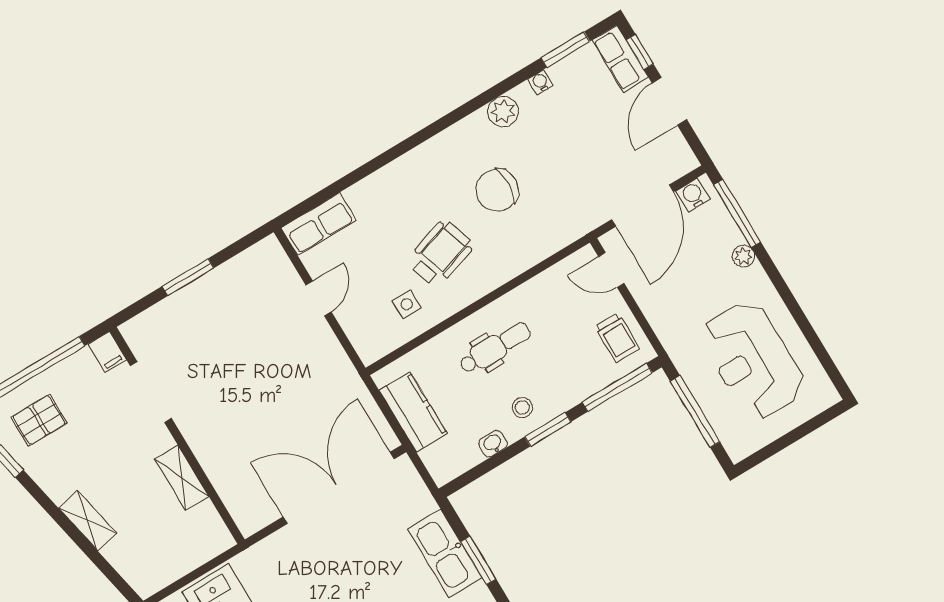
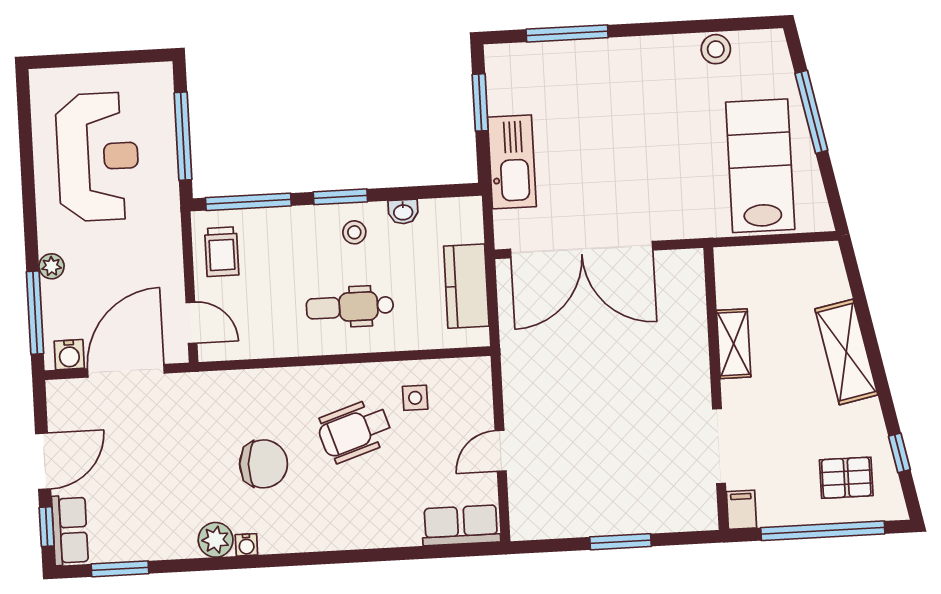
water cooler: (540, 82) -> (246, 545), moved
trolley: (617, 338) -> (222, 252), turned 180
shelving: (88, 521) -> (846, 352), width x1.50, depth x1.33
kitchen sink: (445, 553) -> (512, 162), moved

